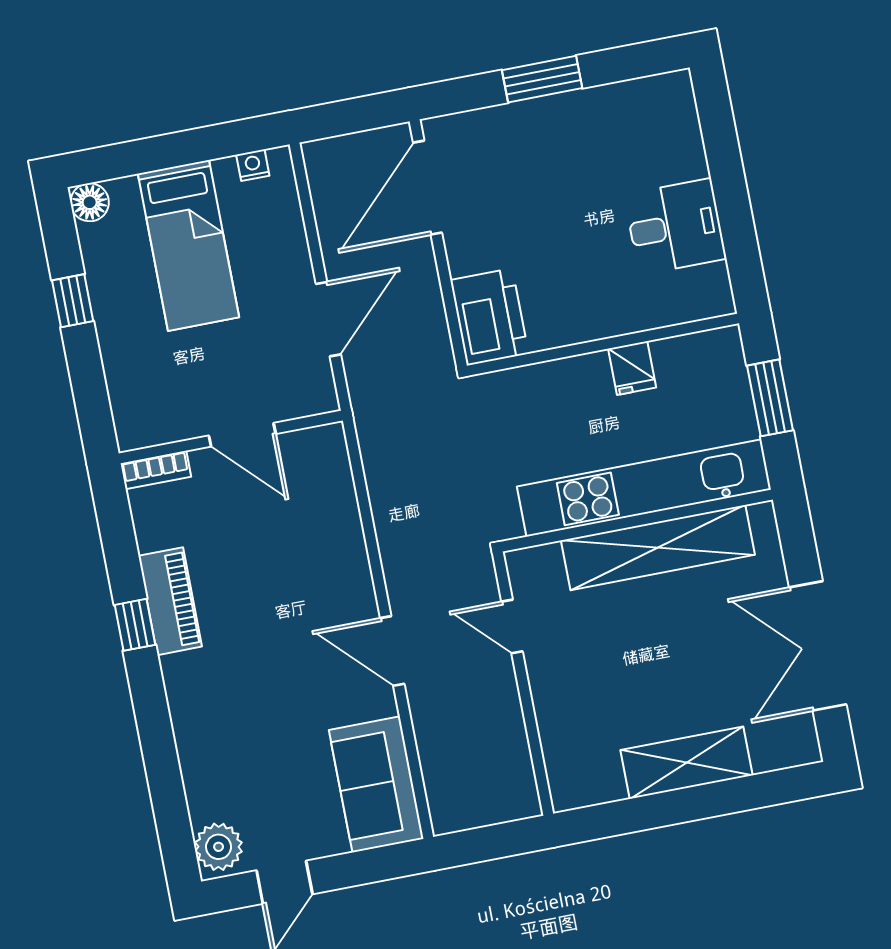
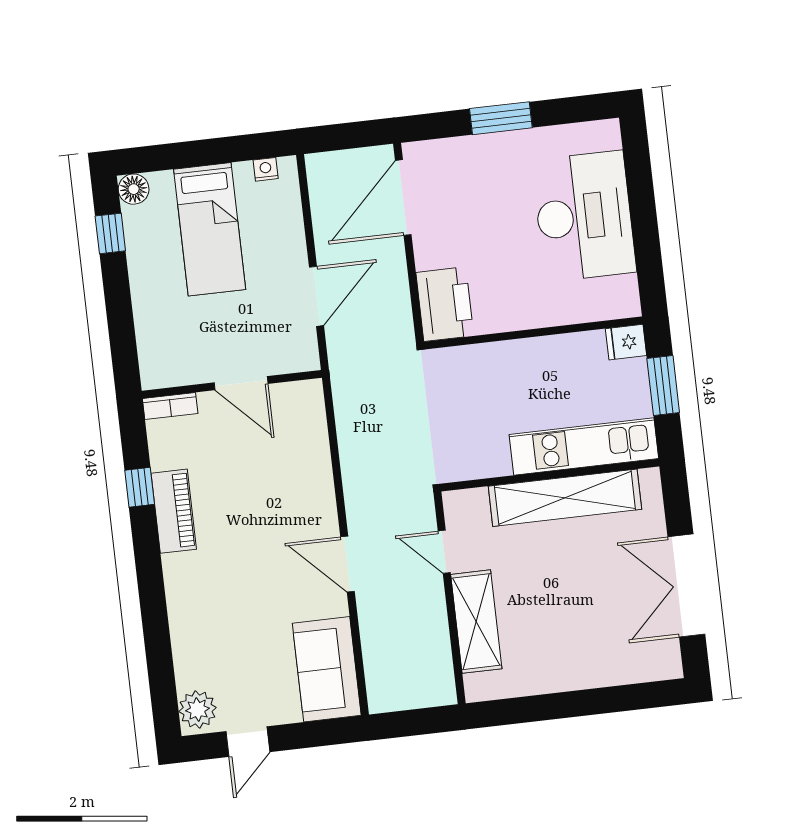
desk: (675, 227) -> (584, 216), width x1.87, depth x1.30
window: (73, 301) -> (110, 233), moved
fridge: (632, 368) -> (626, 342), moved, turned 90
kitchen unit: (644, 488) -> (584, 447), width x0.73
window: (135, 625) -> (140, 487), moved
shelving: (686, 763) -> (476, 622), moved, turned 90

